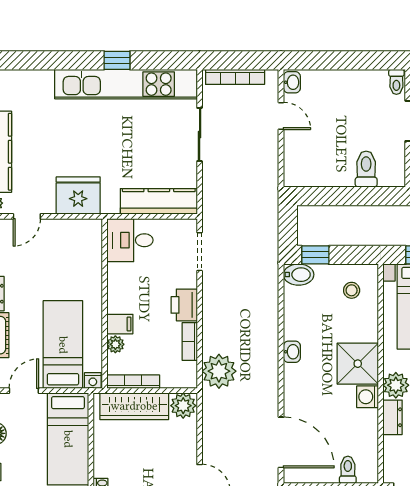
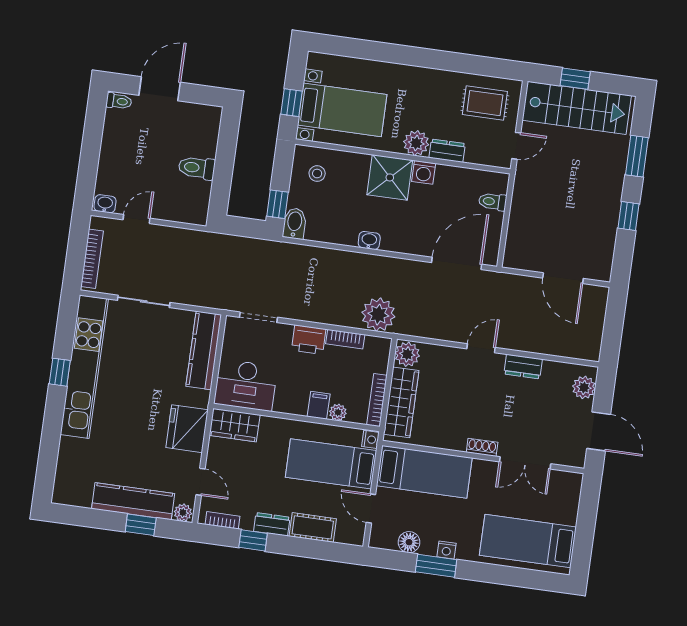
toilet: (366, 169) -> (197, 168), moved
desk: (130, 240) -> (246, 385), width x1.37
wardrobe: (88, 243) -> (235, 425), added

